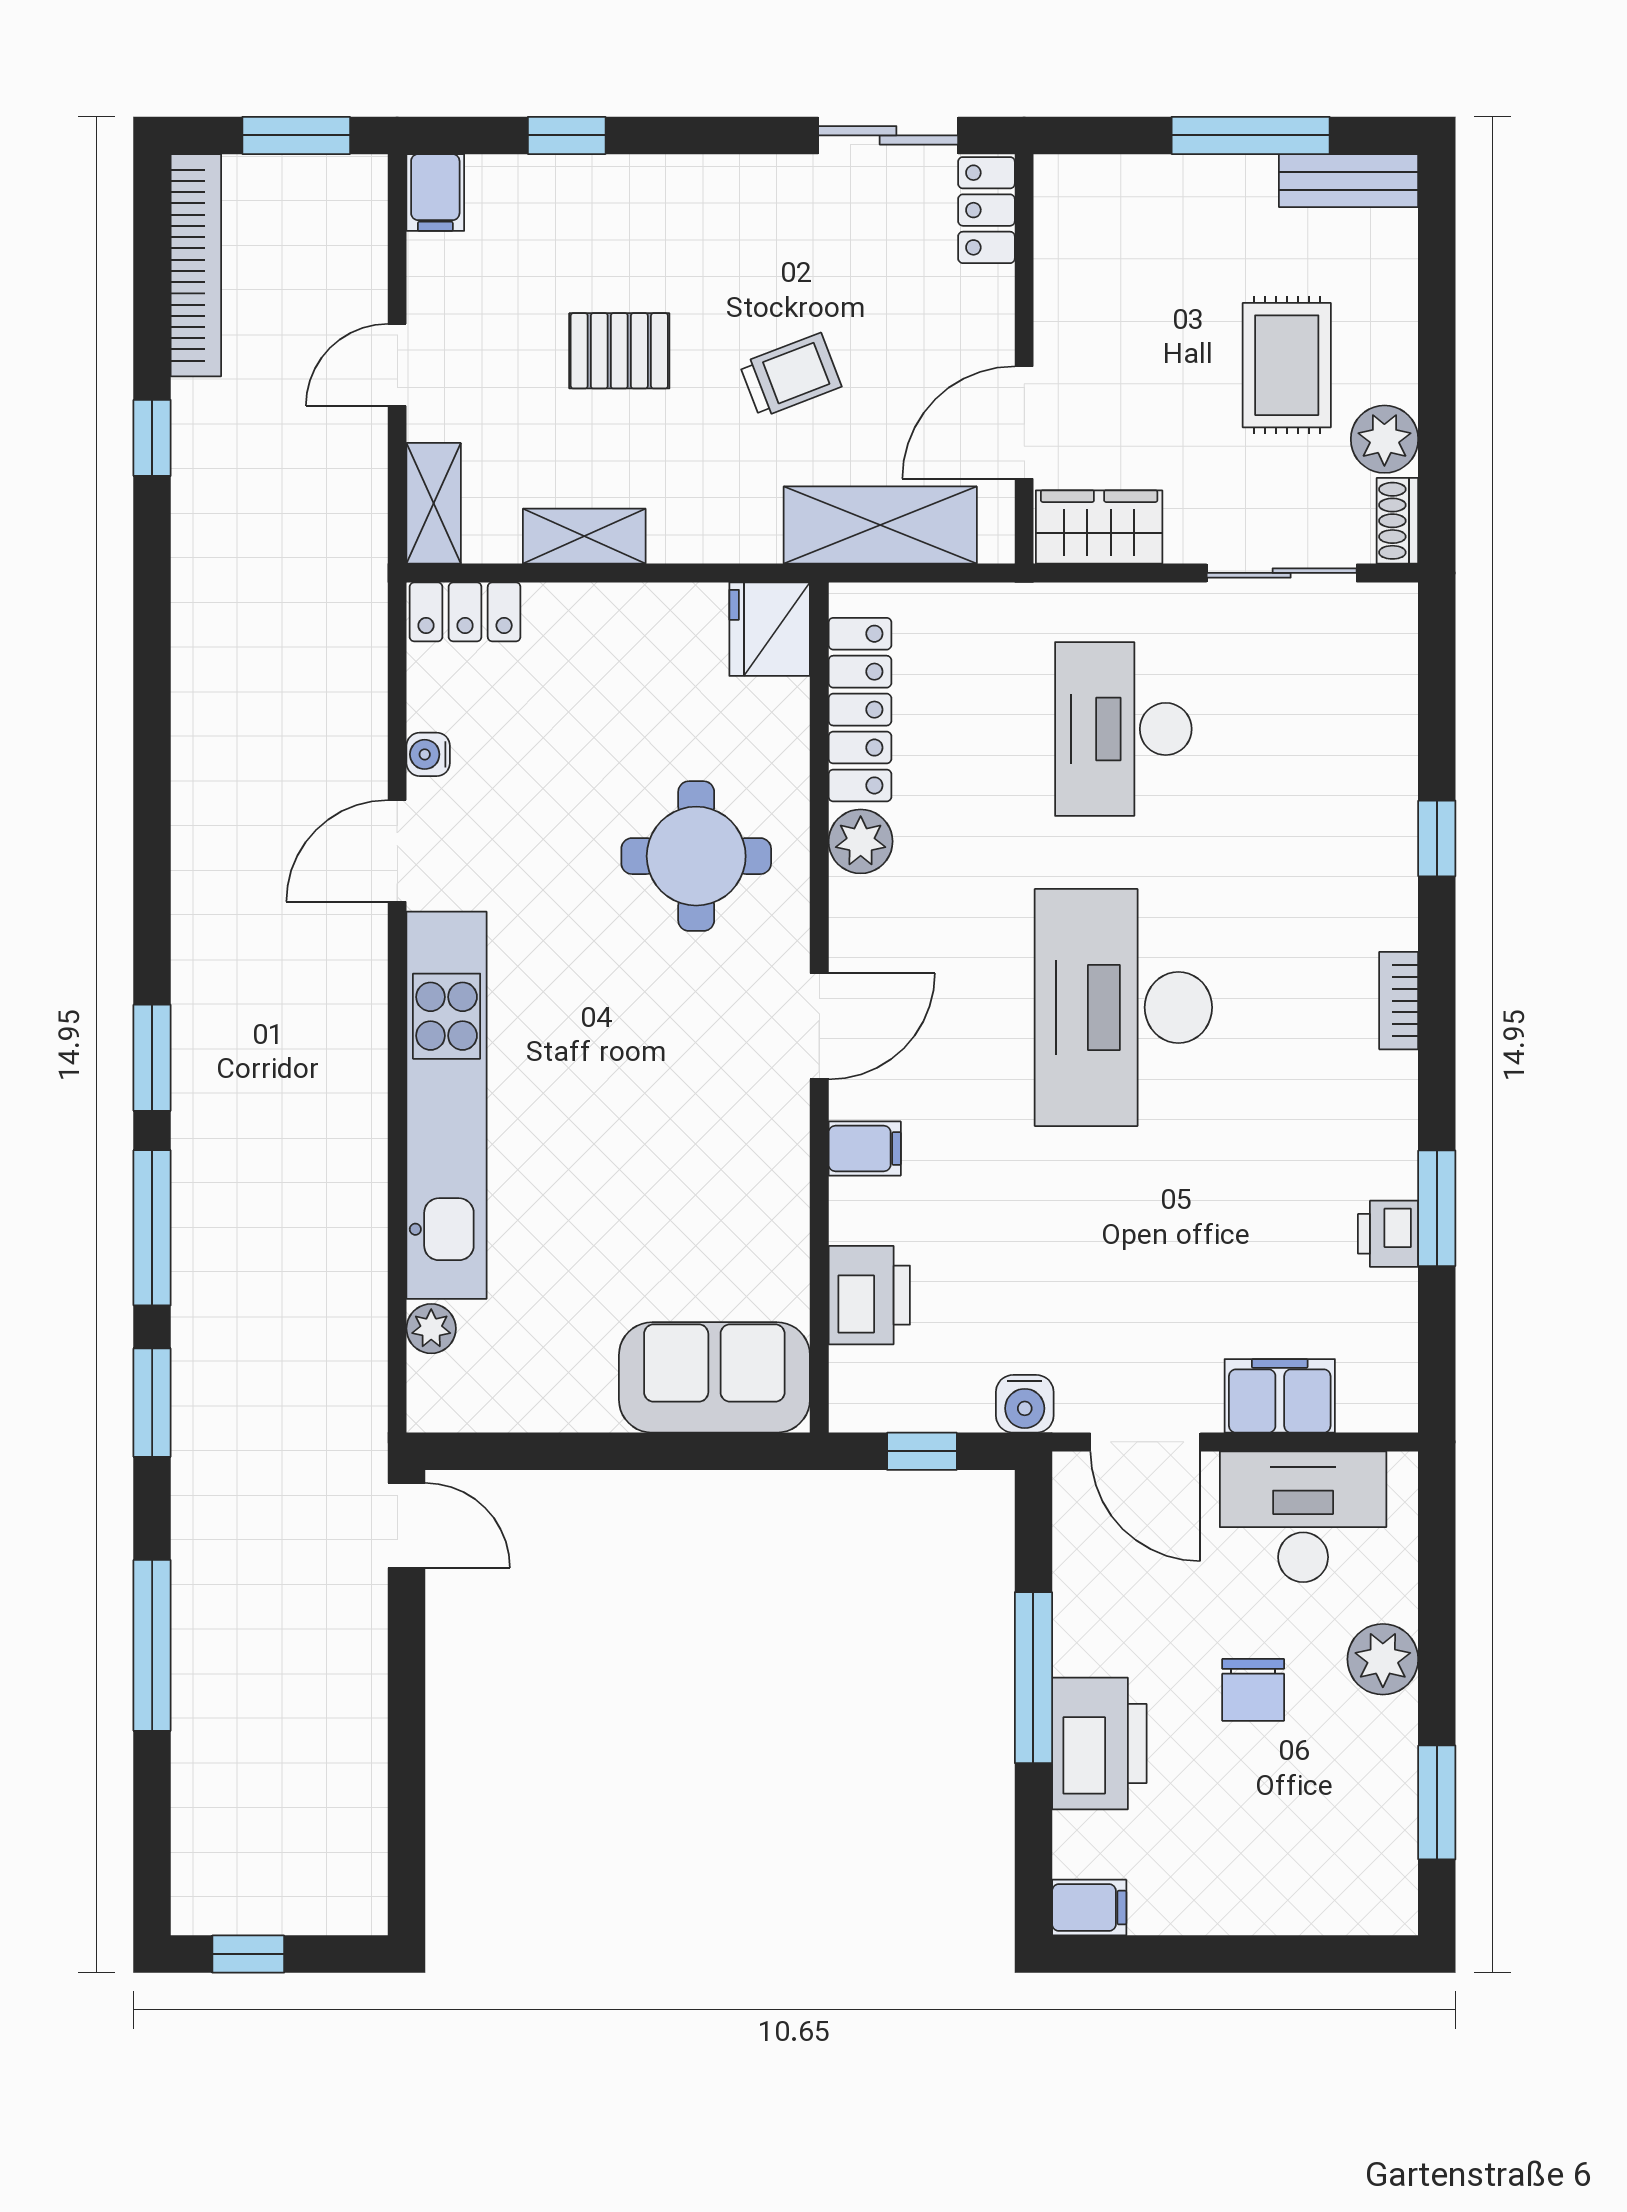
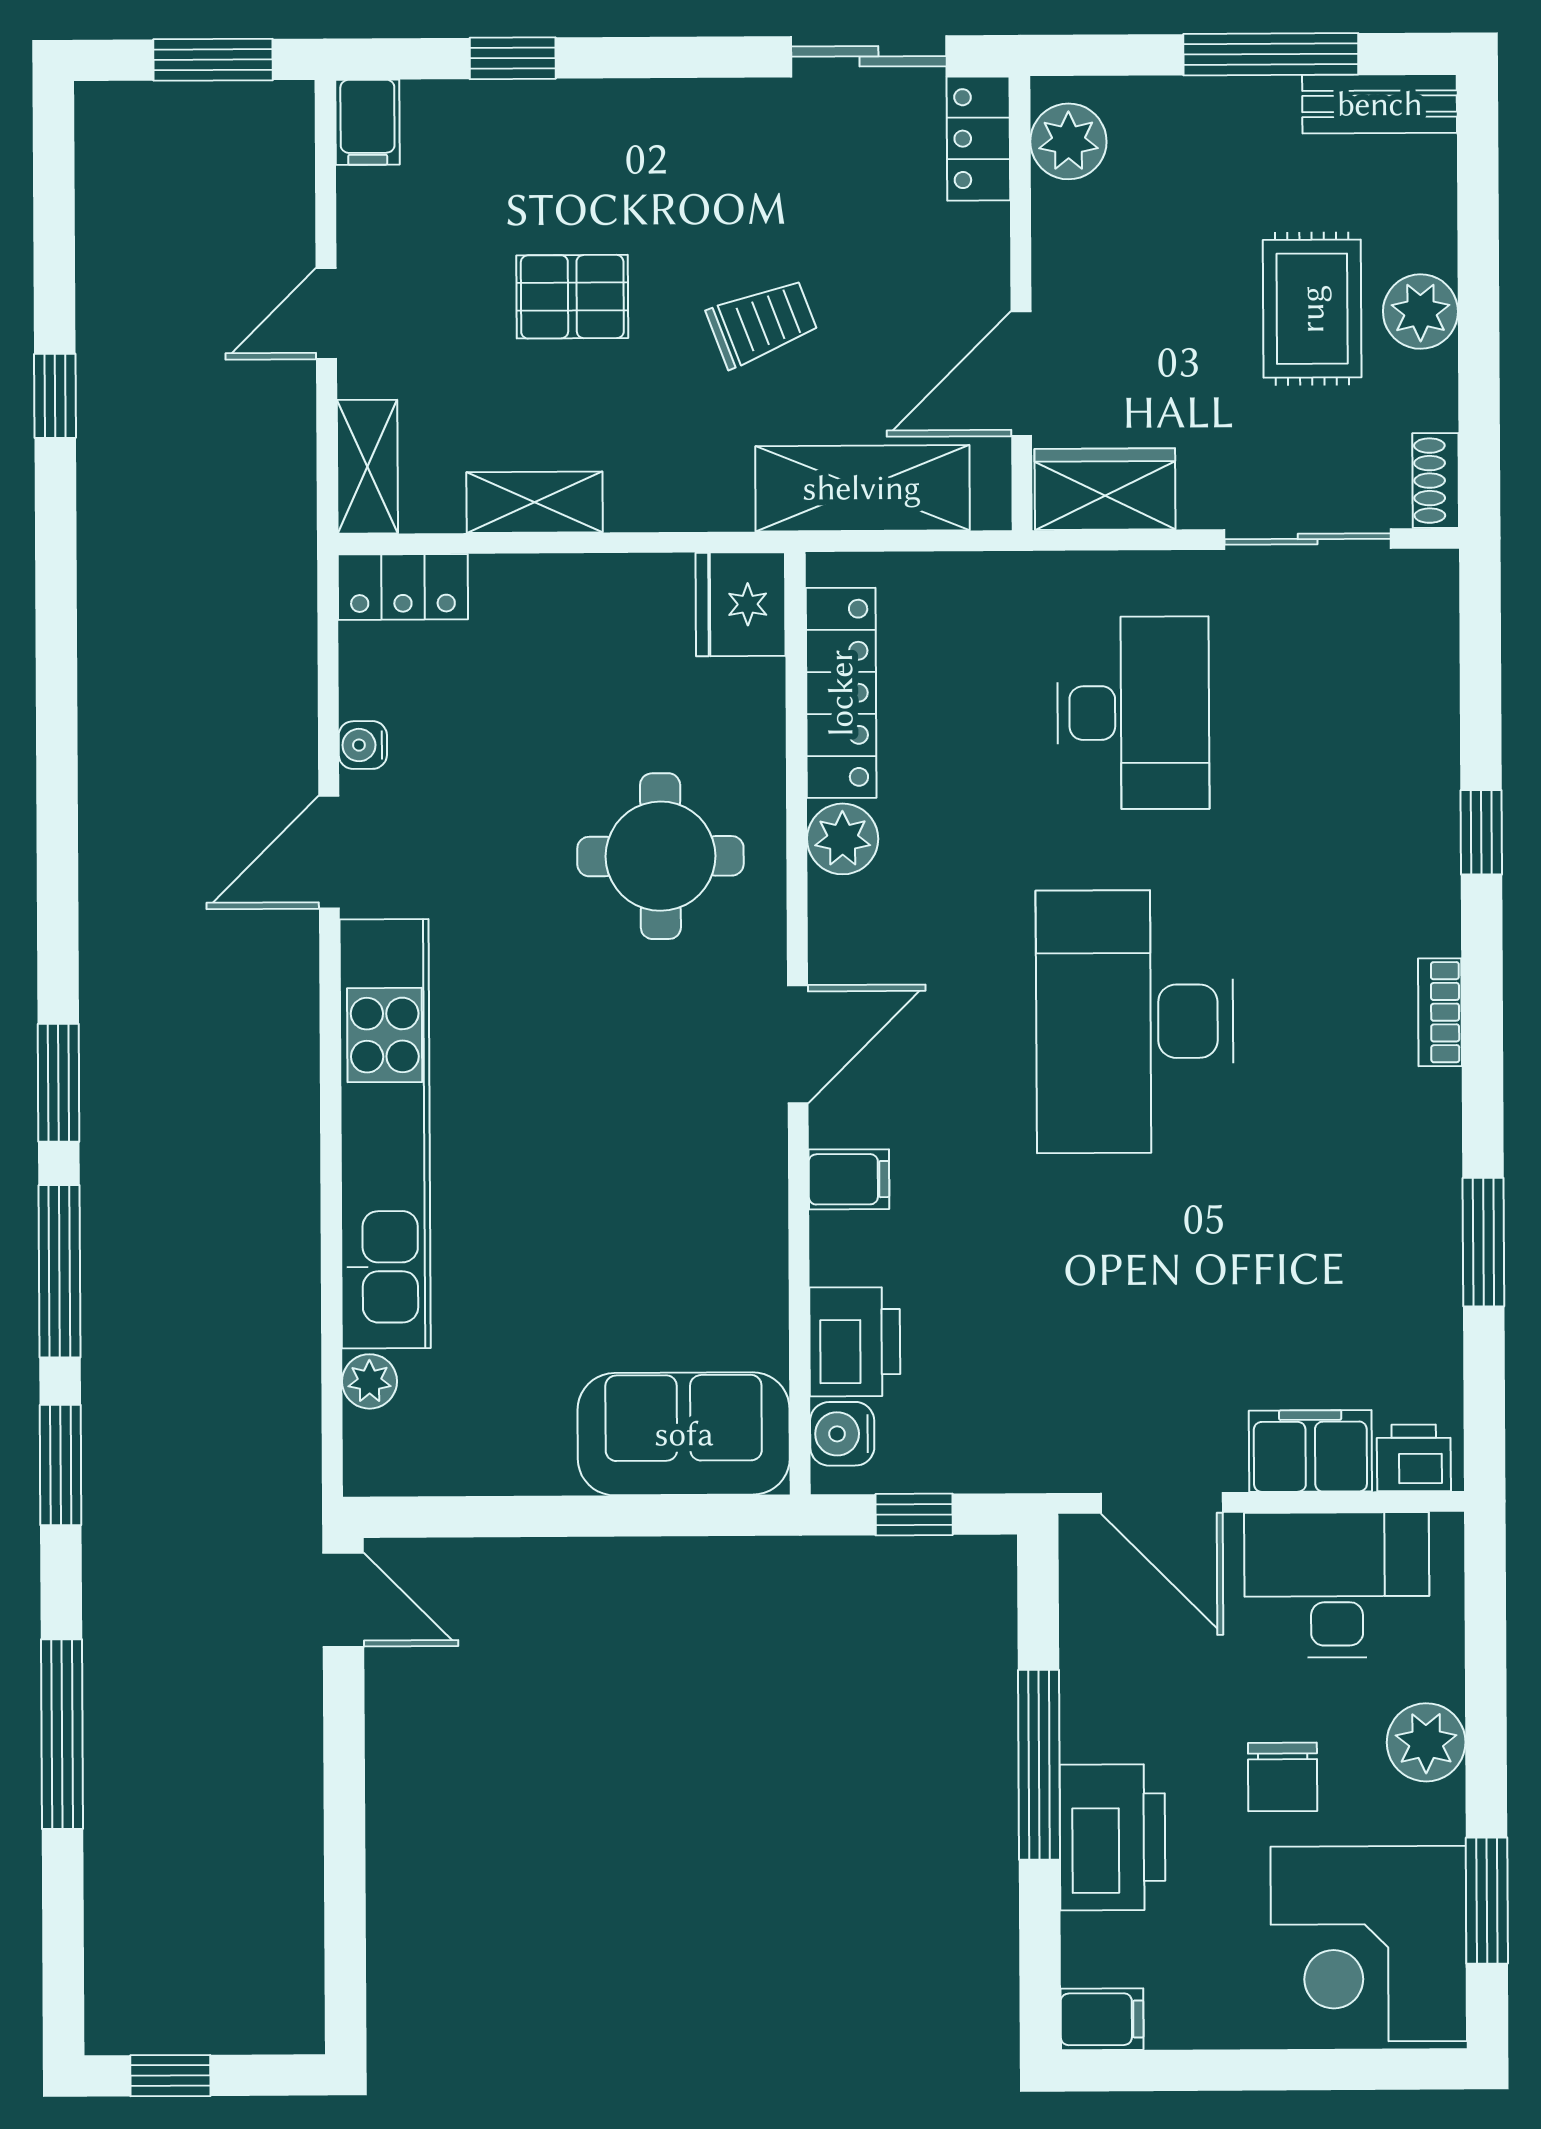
plant: (1068, 213) -> (1068, 141), added
bookcase: (196, 265) -> (103, 204), removed
plant: (1384, 439) -> (1420, 312), moved
desk: (1123, 729) -> (1133, 713), turned 180
printer: (1388, 1234) -> (1414, 1458), moved, turned 90
water cooler: (1025, 1404) -> (842, 1434), moved, turned 90
corner desk: (1330, 1841) -> (1369, 1944), added

